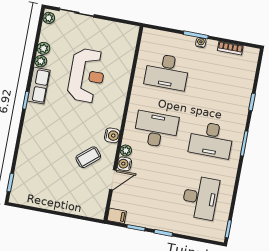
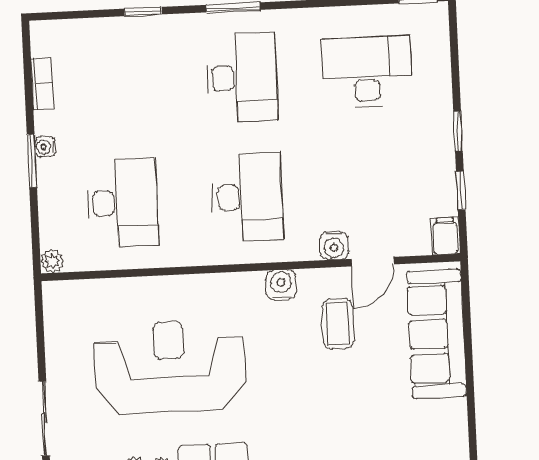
reception desk: (87, 76) -> (169, 367), width x1.36, depth x1.30
desk: (156, 130) -> (247, 197), turned 180
plant: (126, 151) -> (52, 261), moved
coffee table: (88, 157) -> (338, 324), turned 40
door: (113, 180) -> (373, 262), swing flipped
sofa: (73, 201) -> (437, 334), added

